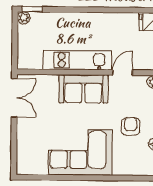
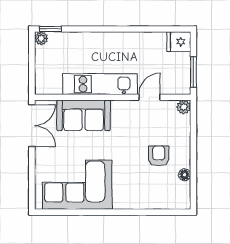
sofa: (83, 89) -> (84, 115), moved
corner sofa: (80, 153) -> (77, 185), moved

